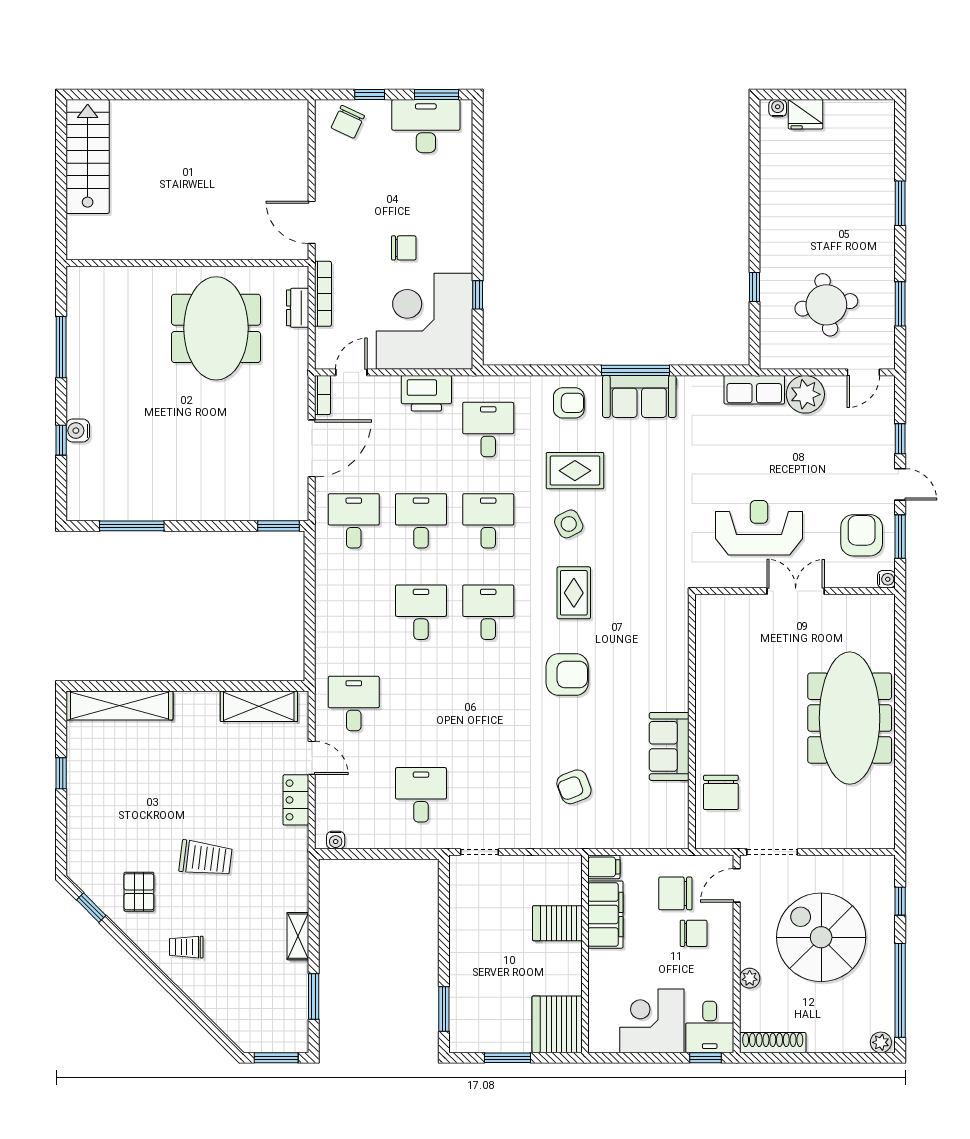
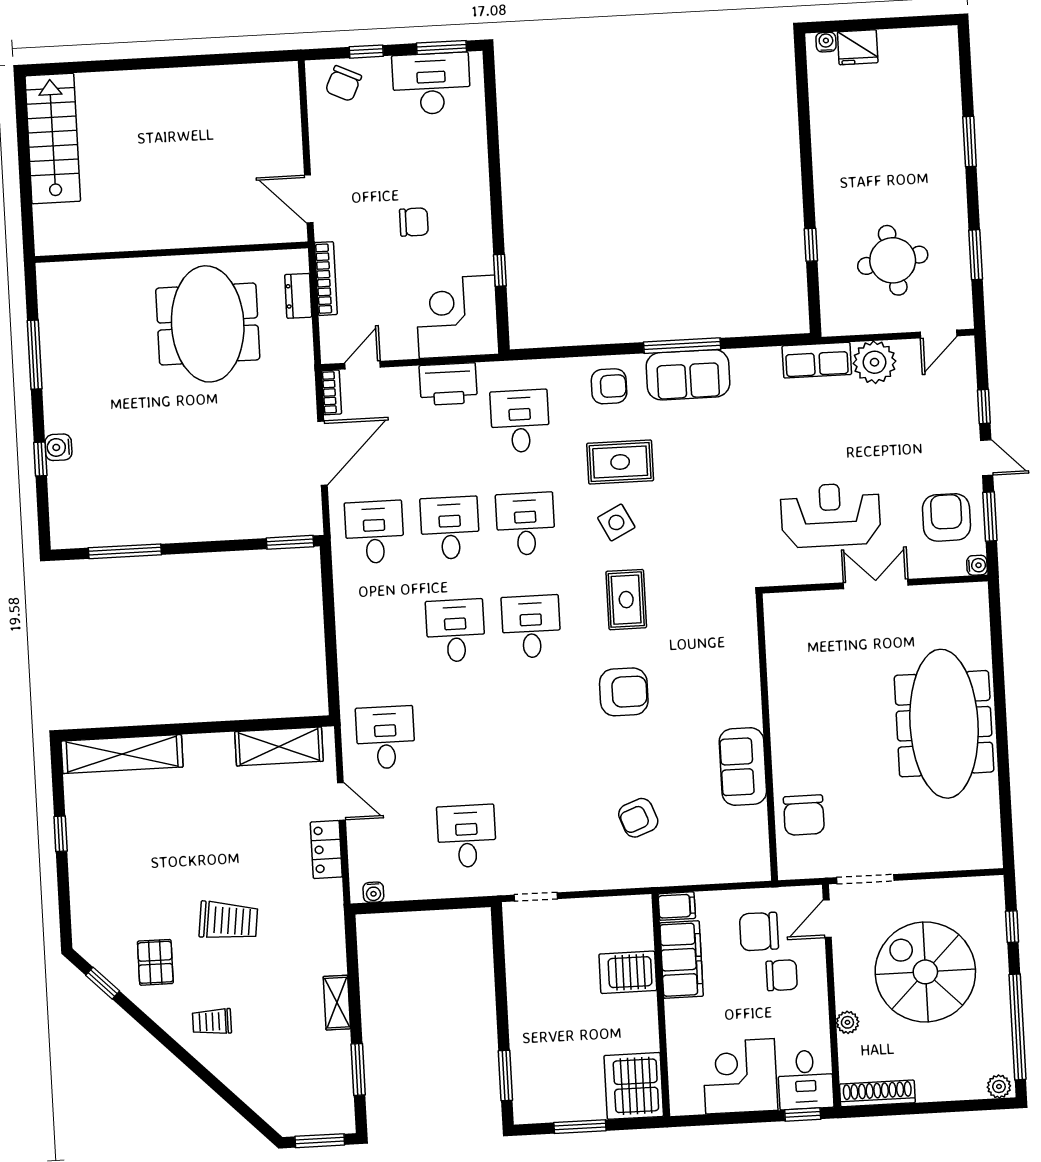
corner desk: (425, 321) -> (457, 317), width x0.74, depth x0.74

